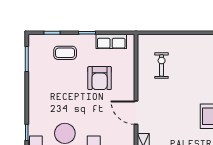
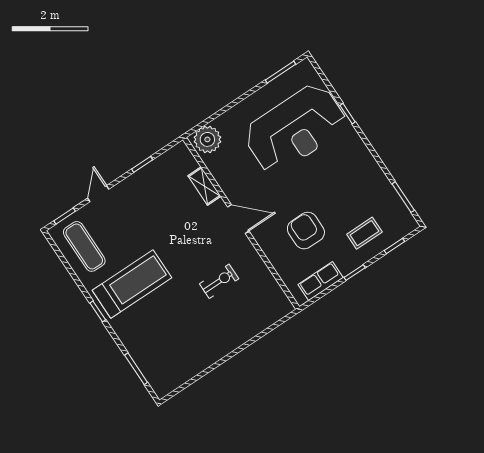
exercise bike: (162, 65) -> (219, 281), moved, turned -90

